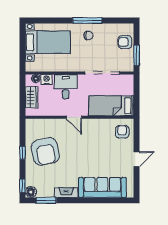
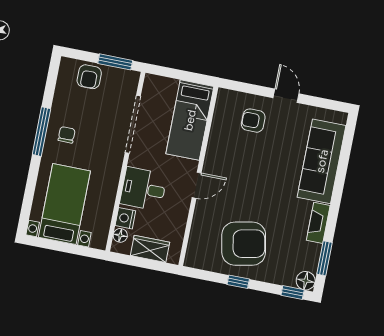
armchair: (122, 132) -> (253, 121), moved

